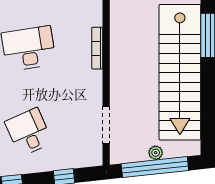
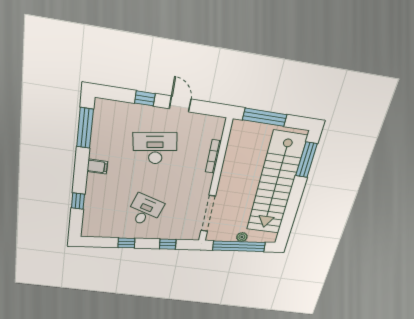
doorway: (106, 125) -> (208, 213), width x1.36
desk: (29, 132) -> (145, 210), turned 42

